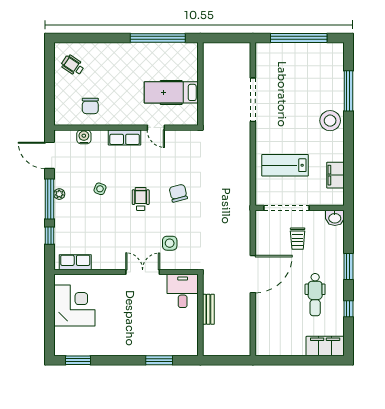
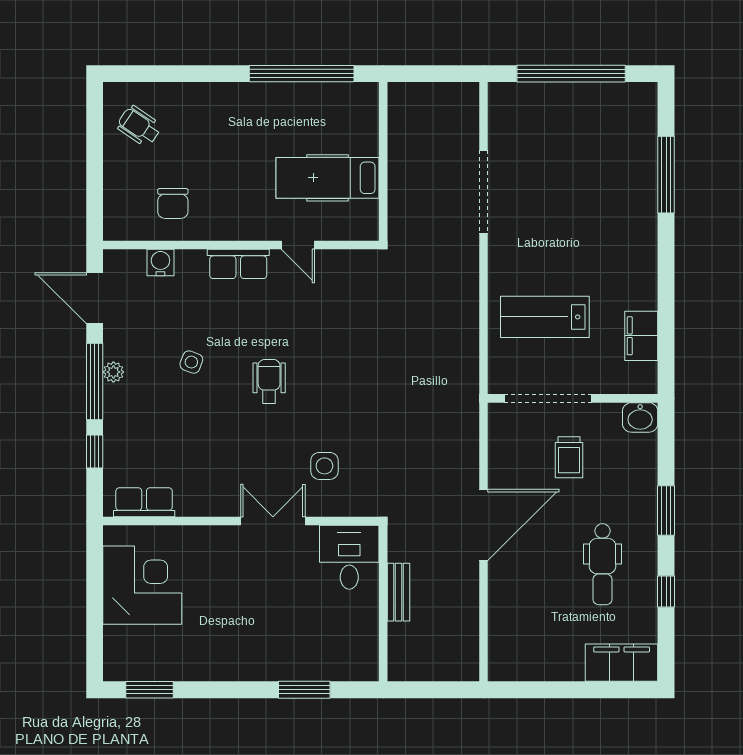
stool: (330, 121) -> (631, 232), removed
chair: (178, 193) -> (341, 370), removed

